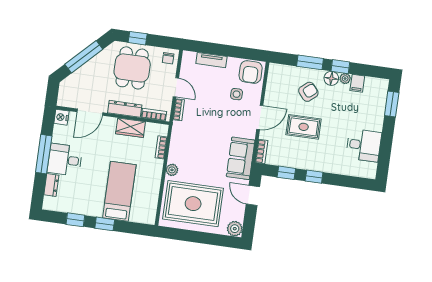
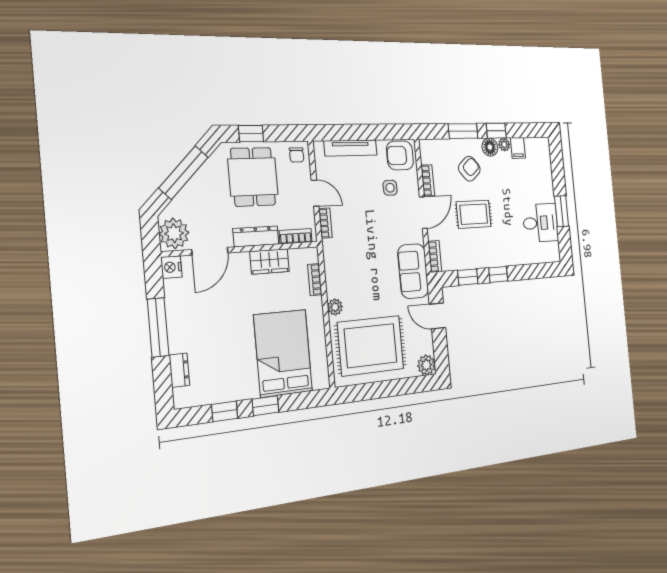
tv unit: (211, 60) -> (351, 148), width x1.41
armchair: (251, 72) -> (400, 155), turned 90
bookcase: (270, 94) -> (428, 180), added
plant: (68, 96) -> (174, 233), added
window: (392, 104) -> (562, 211), moved
desk: (65, 160) -> (190, 328), removed
bed: (119, 191) -> (283, 353), width x1.50

